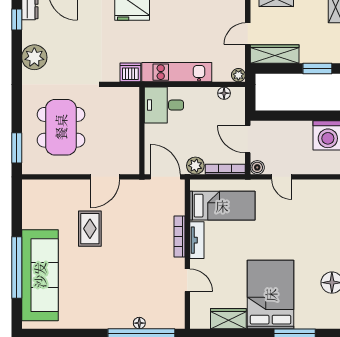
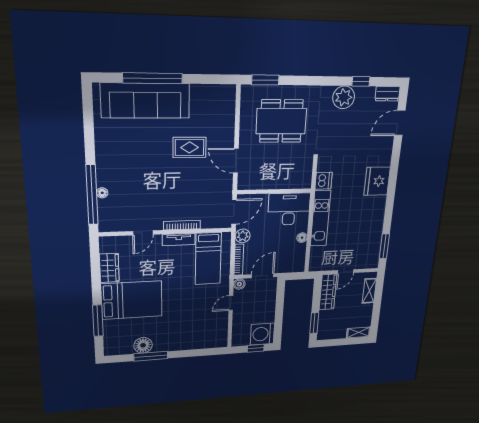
window: (17, 19) -> (361, 81), moved
door: (248, 34) -> (346, 272), swing flipped
plant: (238, 75) -> (314, 266), removed
floor lamp: (224, 93) -> (302, 238), moved
desk: (164, 105) -> (289, 209), width x1.37

